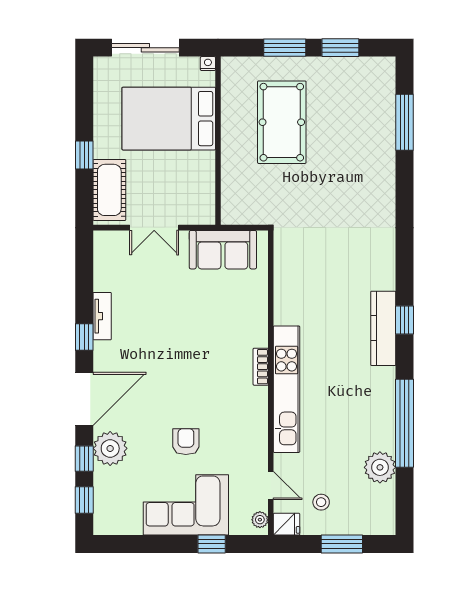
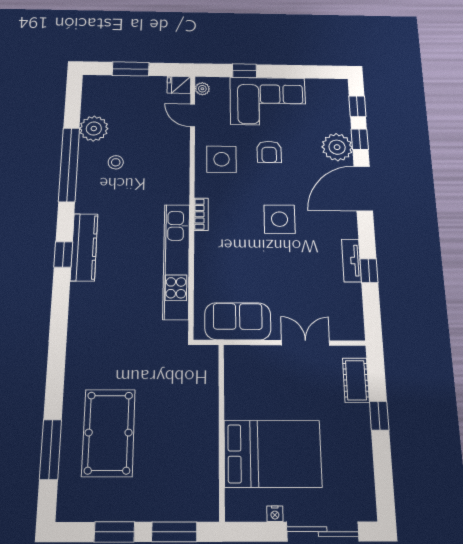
nightstand: (208, 64) -> (275, 514), moved
bed: (169, 119) -> (273, 454), moved
pool table: (282, 122) -> (109, 433), moved
wall: (218, 141) -> (222, 430), moved
cot: (109, 190) -> (356, 380), width x0.73, depth x0.75
window: (84, 337) -> (369, 271), moved
side table: (177, 362) -> (280, 219), added
kitchen unit: (287, 389) -> (176, 261), moved
side table: (239, 432) -> (222, 159), added
stool: (321, 502) -> (116, 162), moved

